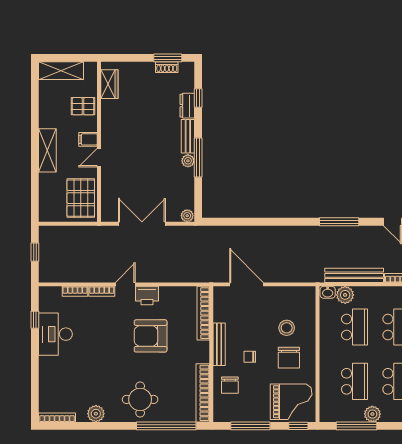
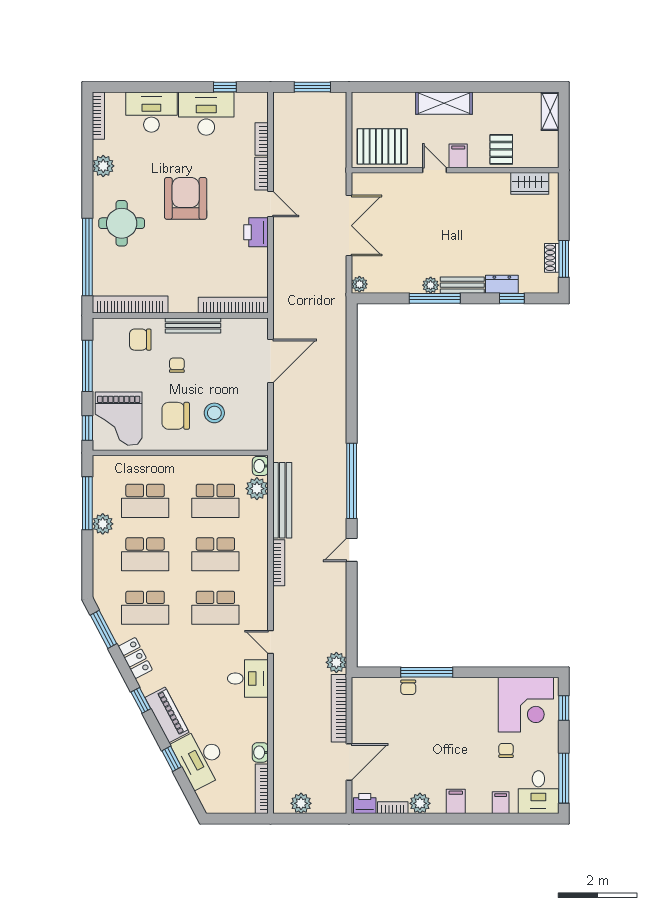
shelving: (61, 71) -> (550, 111), width x0.67, depth x0.75
window: (339, 222) -> (352, 481), width x1.46
window: (35, 252) -> (312, 87), width x1.50
armchair: (151, 336) -> (186, 198), moved
desk: (54, 376) -> (151, 112), added

